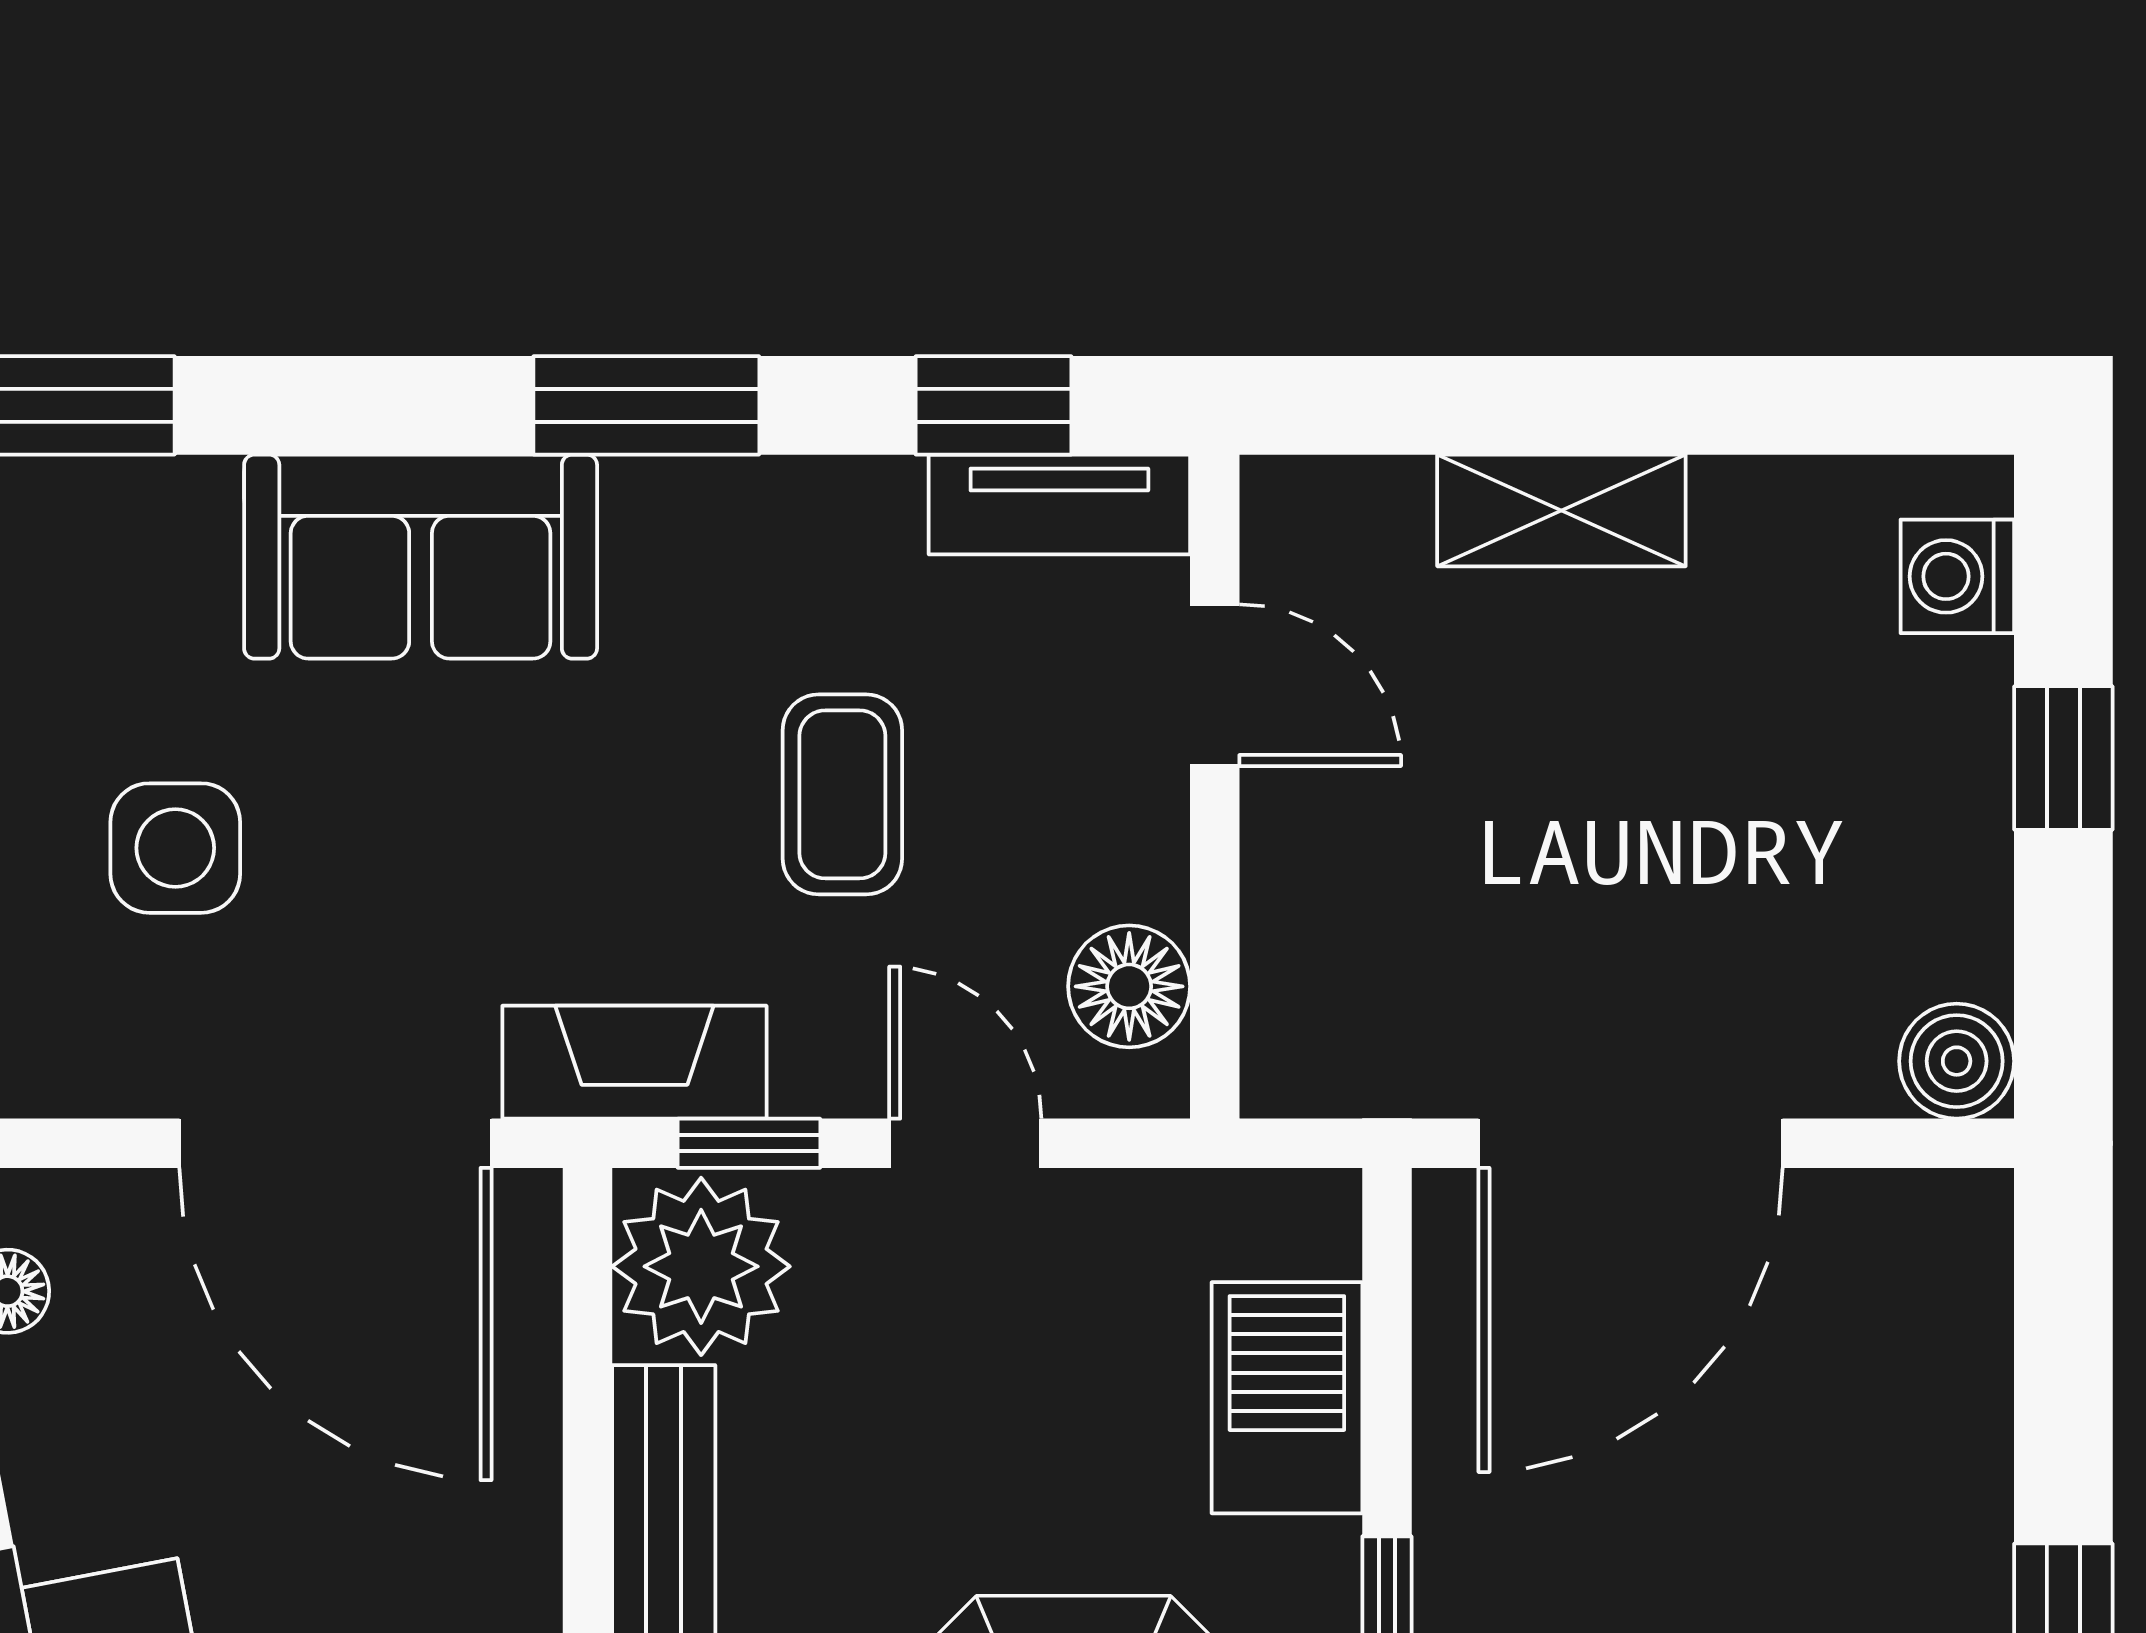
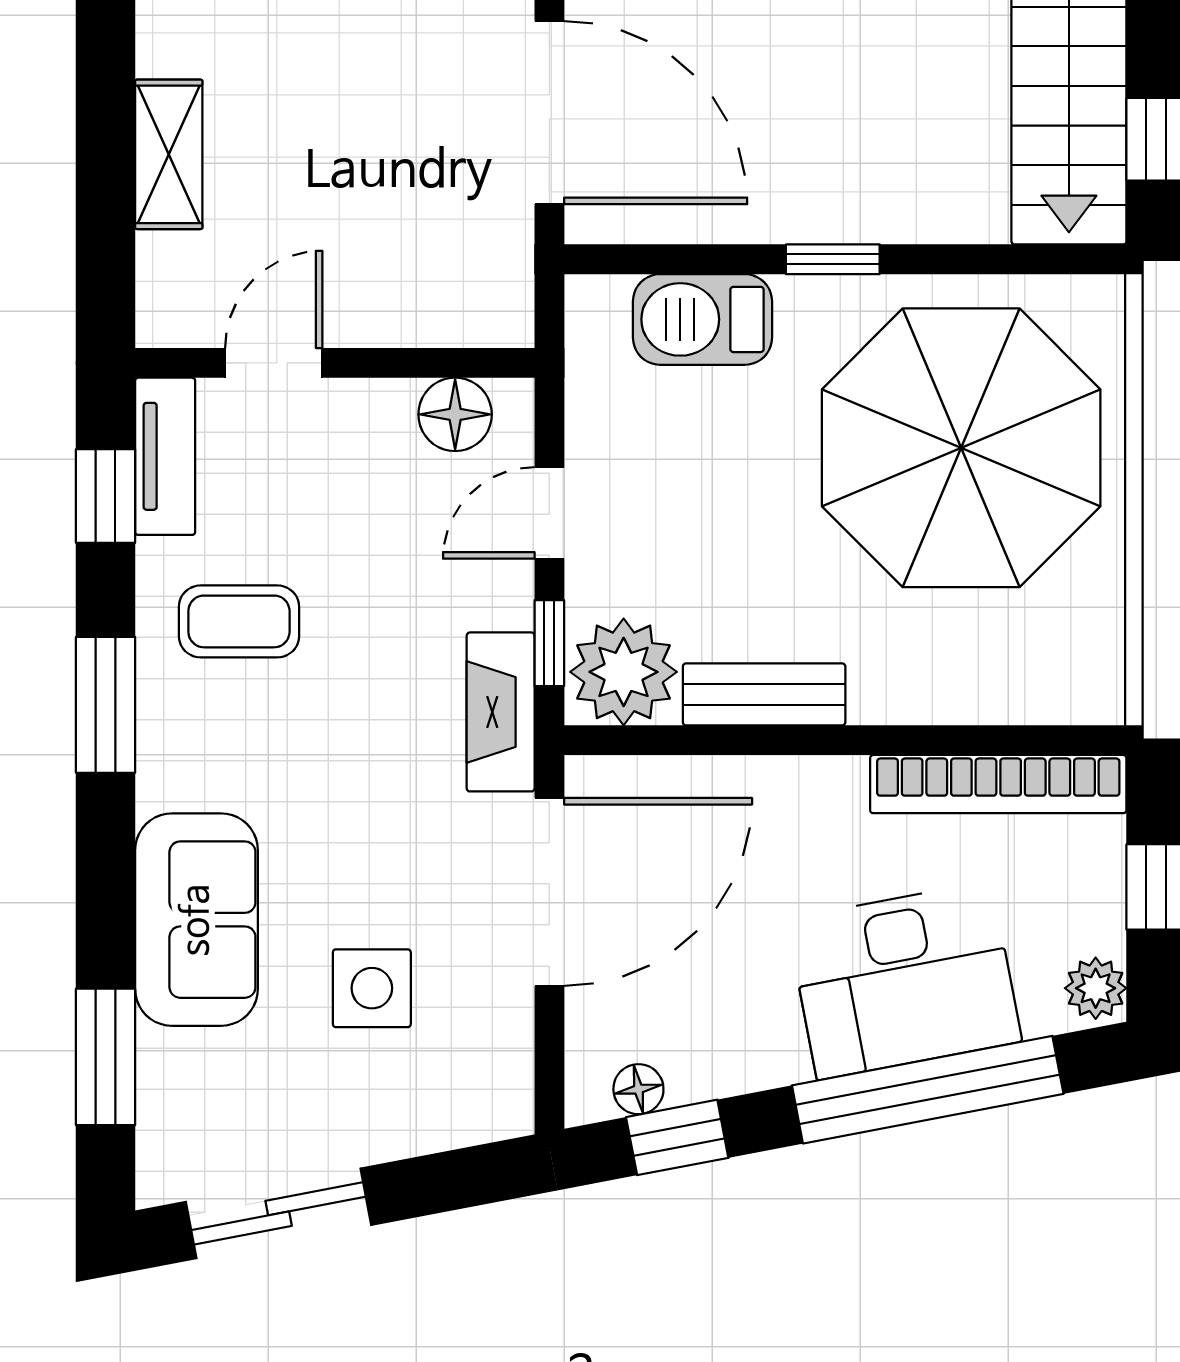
sofa: (421, 557) -> (197, 920), moved
coffee table: (842, 794) -> (239, 621), moved

